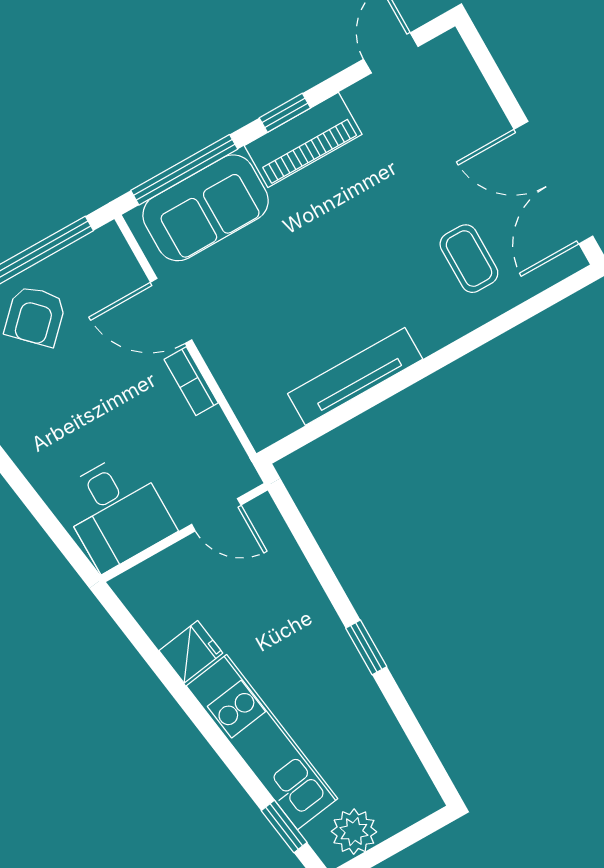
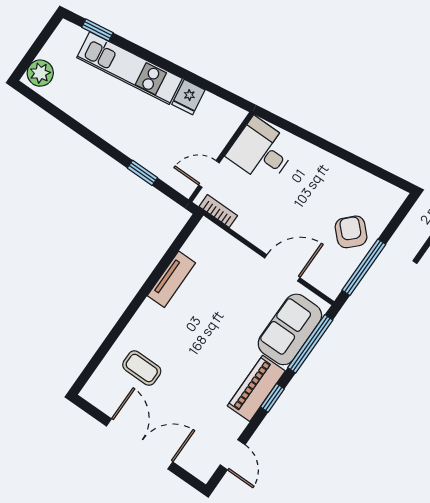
double door: (553, 183) -> (140, 444), moved
tv unit: (355, 376) -> (171, 279), width x0.71
bookcase: (191, 381) -> (218, 211), moved
window: (366, 647) -> (142, 173), moved
plant: (354, 832) -> (40, 73), moved

